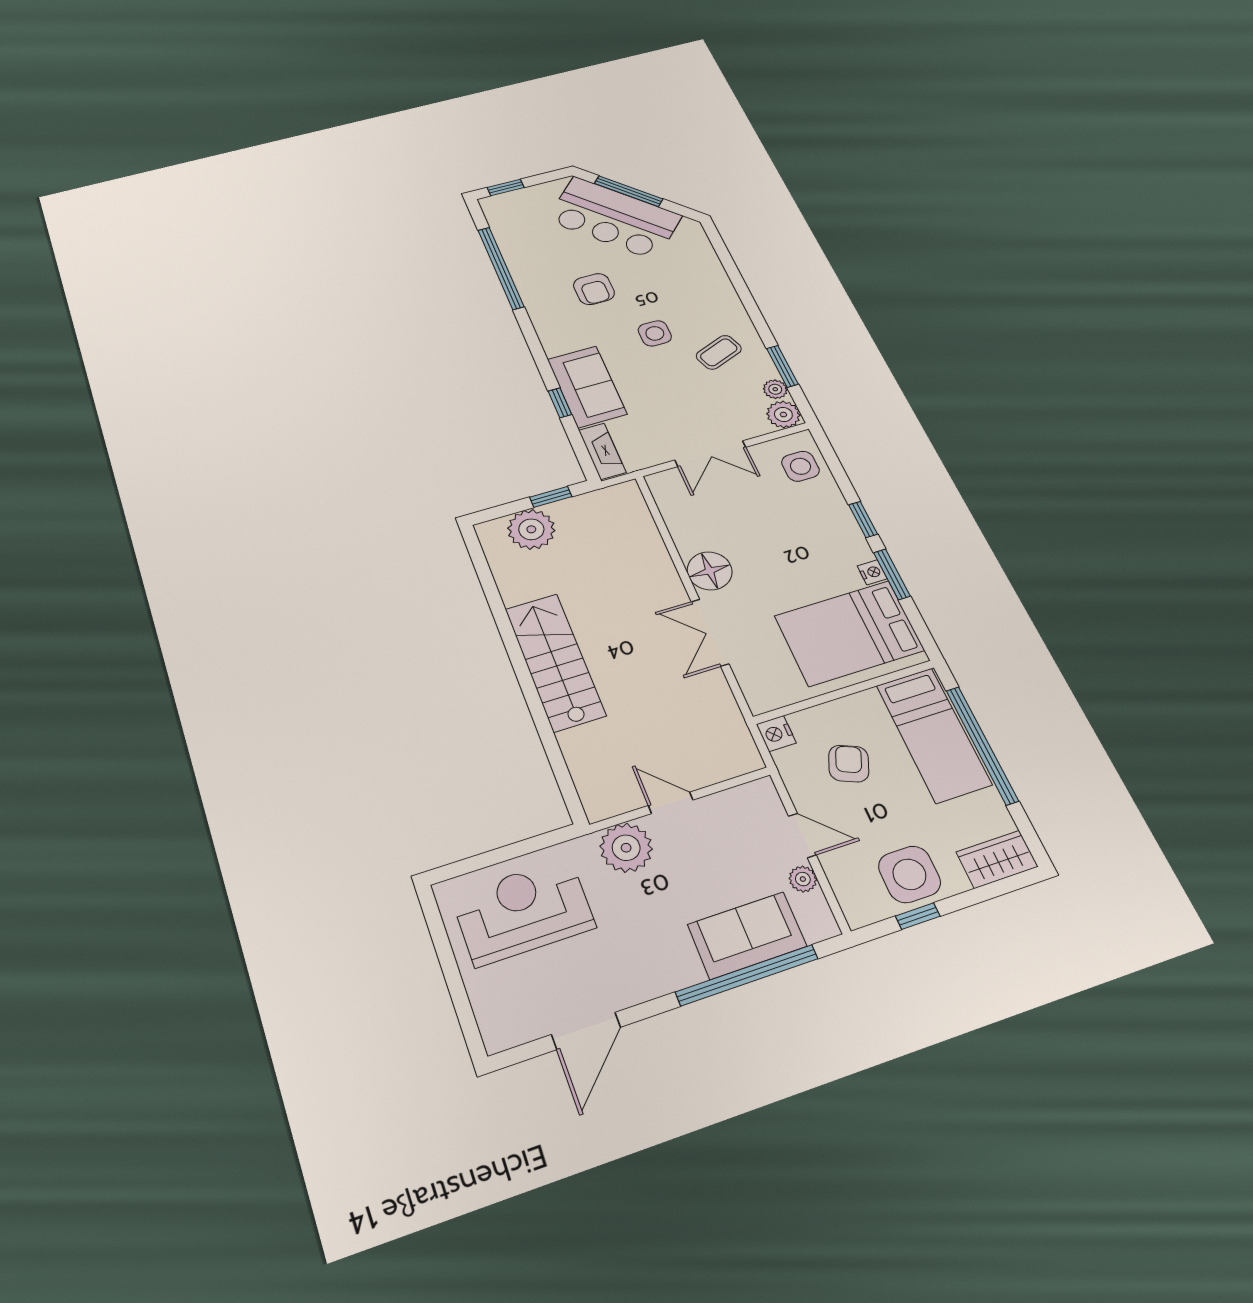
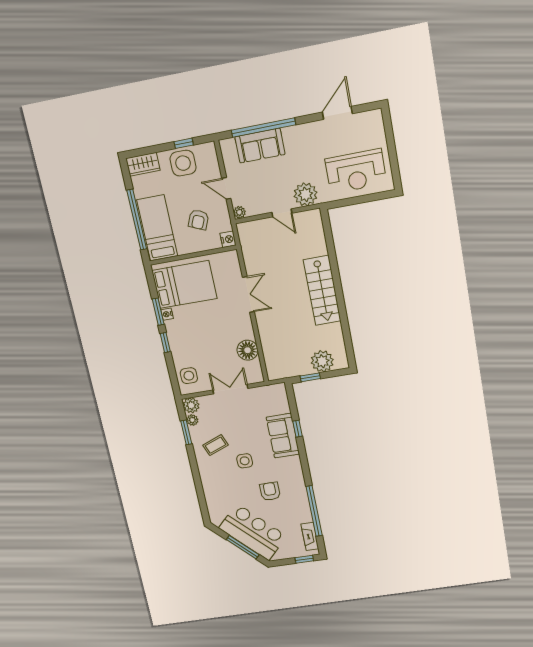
fireplace: (602, 451) -> (310, 536), moved
floor lamp: (710, 571) -> (248, 350), moved
plant: (803, 879) -> (239, 212), moved

